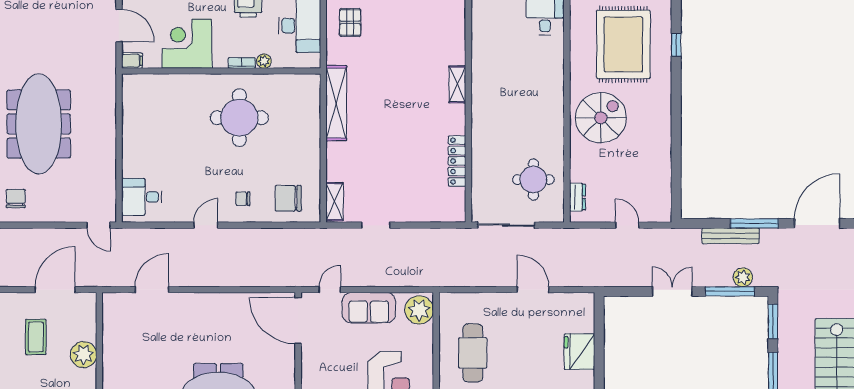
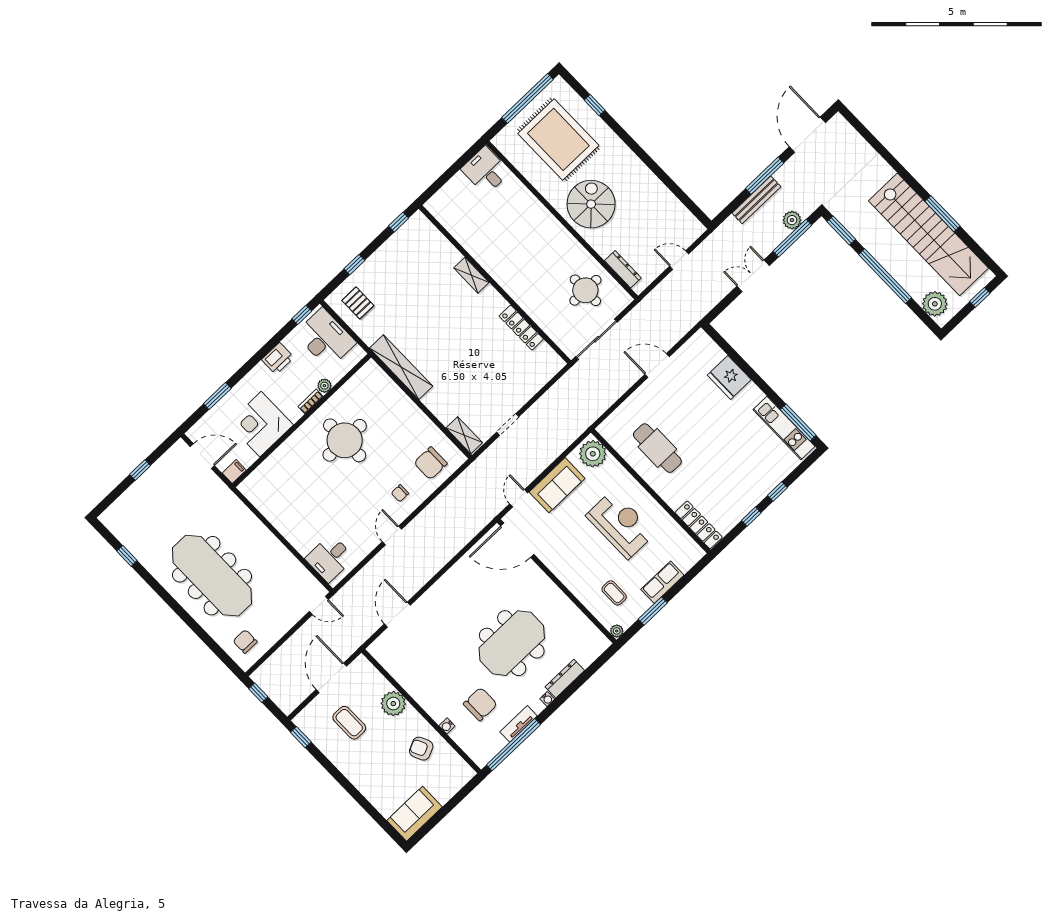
dresser: (577, 197) -> (623, 269), width x1.44

